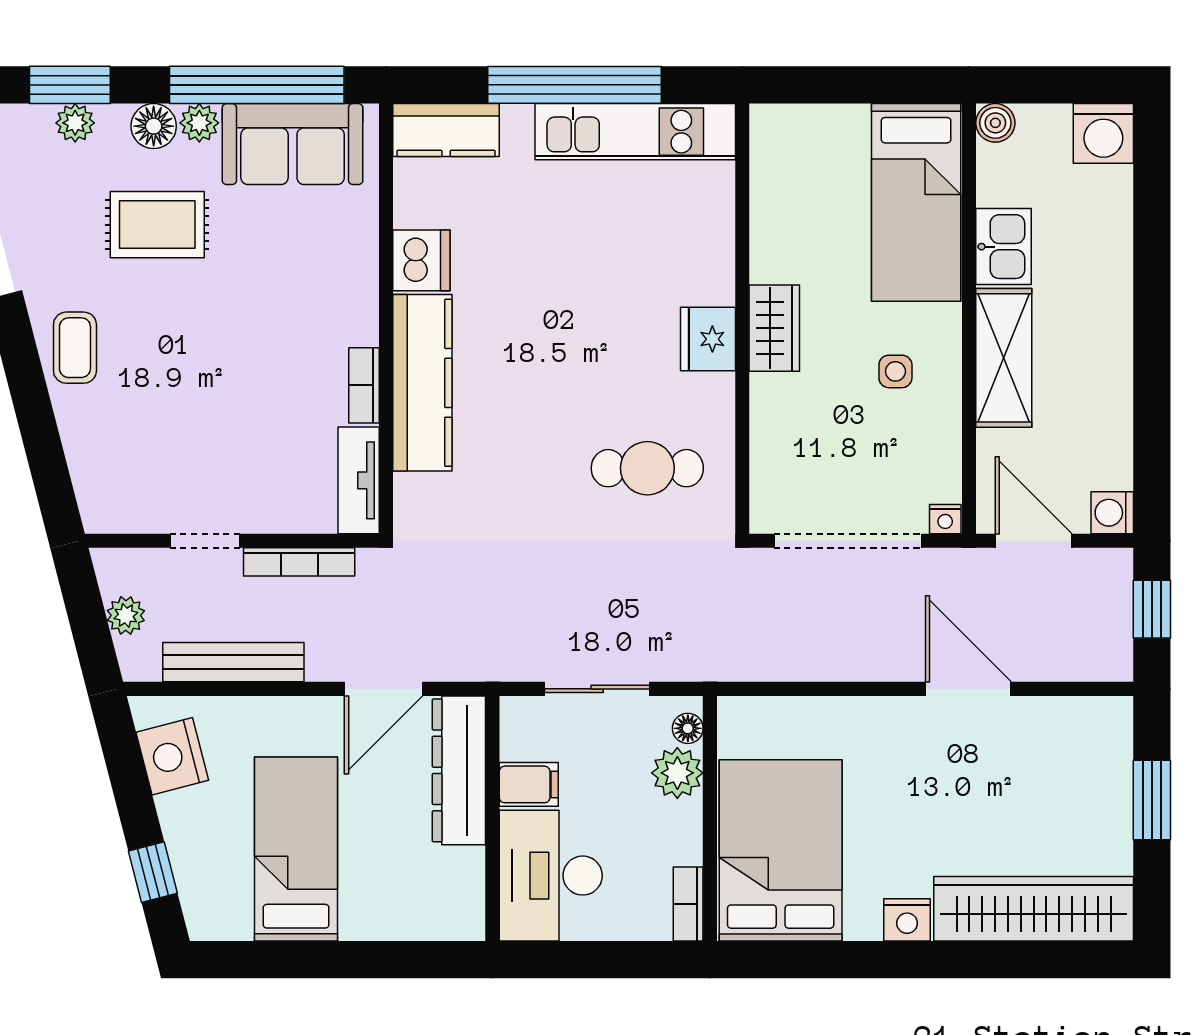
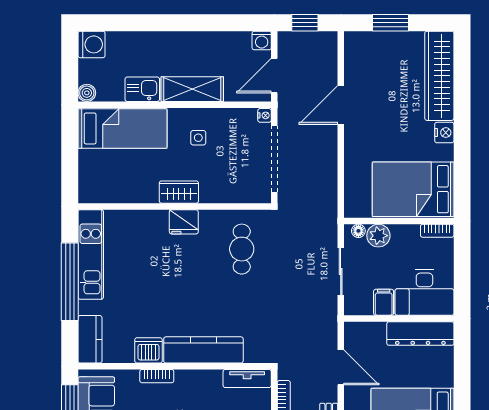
bookcase: (364, 385) -> (157, 376), moved
dresser: (459, 770) -> (420, 334), moved

